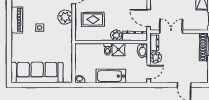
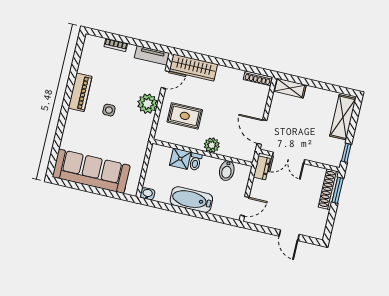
double door: (171, 32) -> (289, 158), swing flipped
dresser: (135, 36) -> (237, 152), removed
shower: (118, 50) -> (180, 159), moved
bidet: (142, 50) -> (227, 171), moved
plant: (156, 57) -> (259, 188), removed

